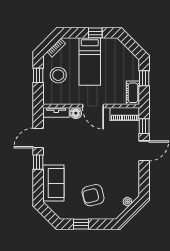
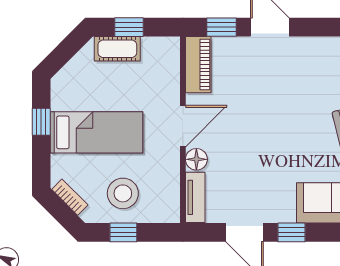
cot: (133, 93) -> (117, 49), moved

